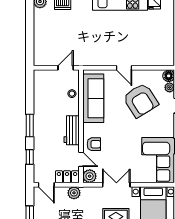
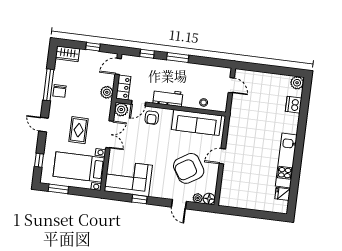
door: (66, 68) -> (231, 85), moved

